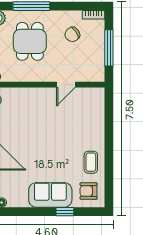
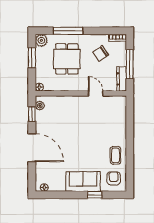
dresser: (98, 66) -> (122, 79), added
door: (66, 85) -> (96, 93), swing flipped
armchair: (89, 191) -> (114, 178), turned 90

